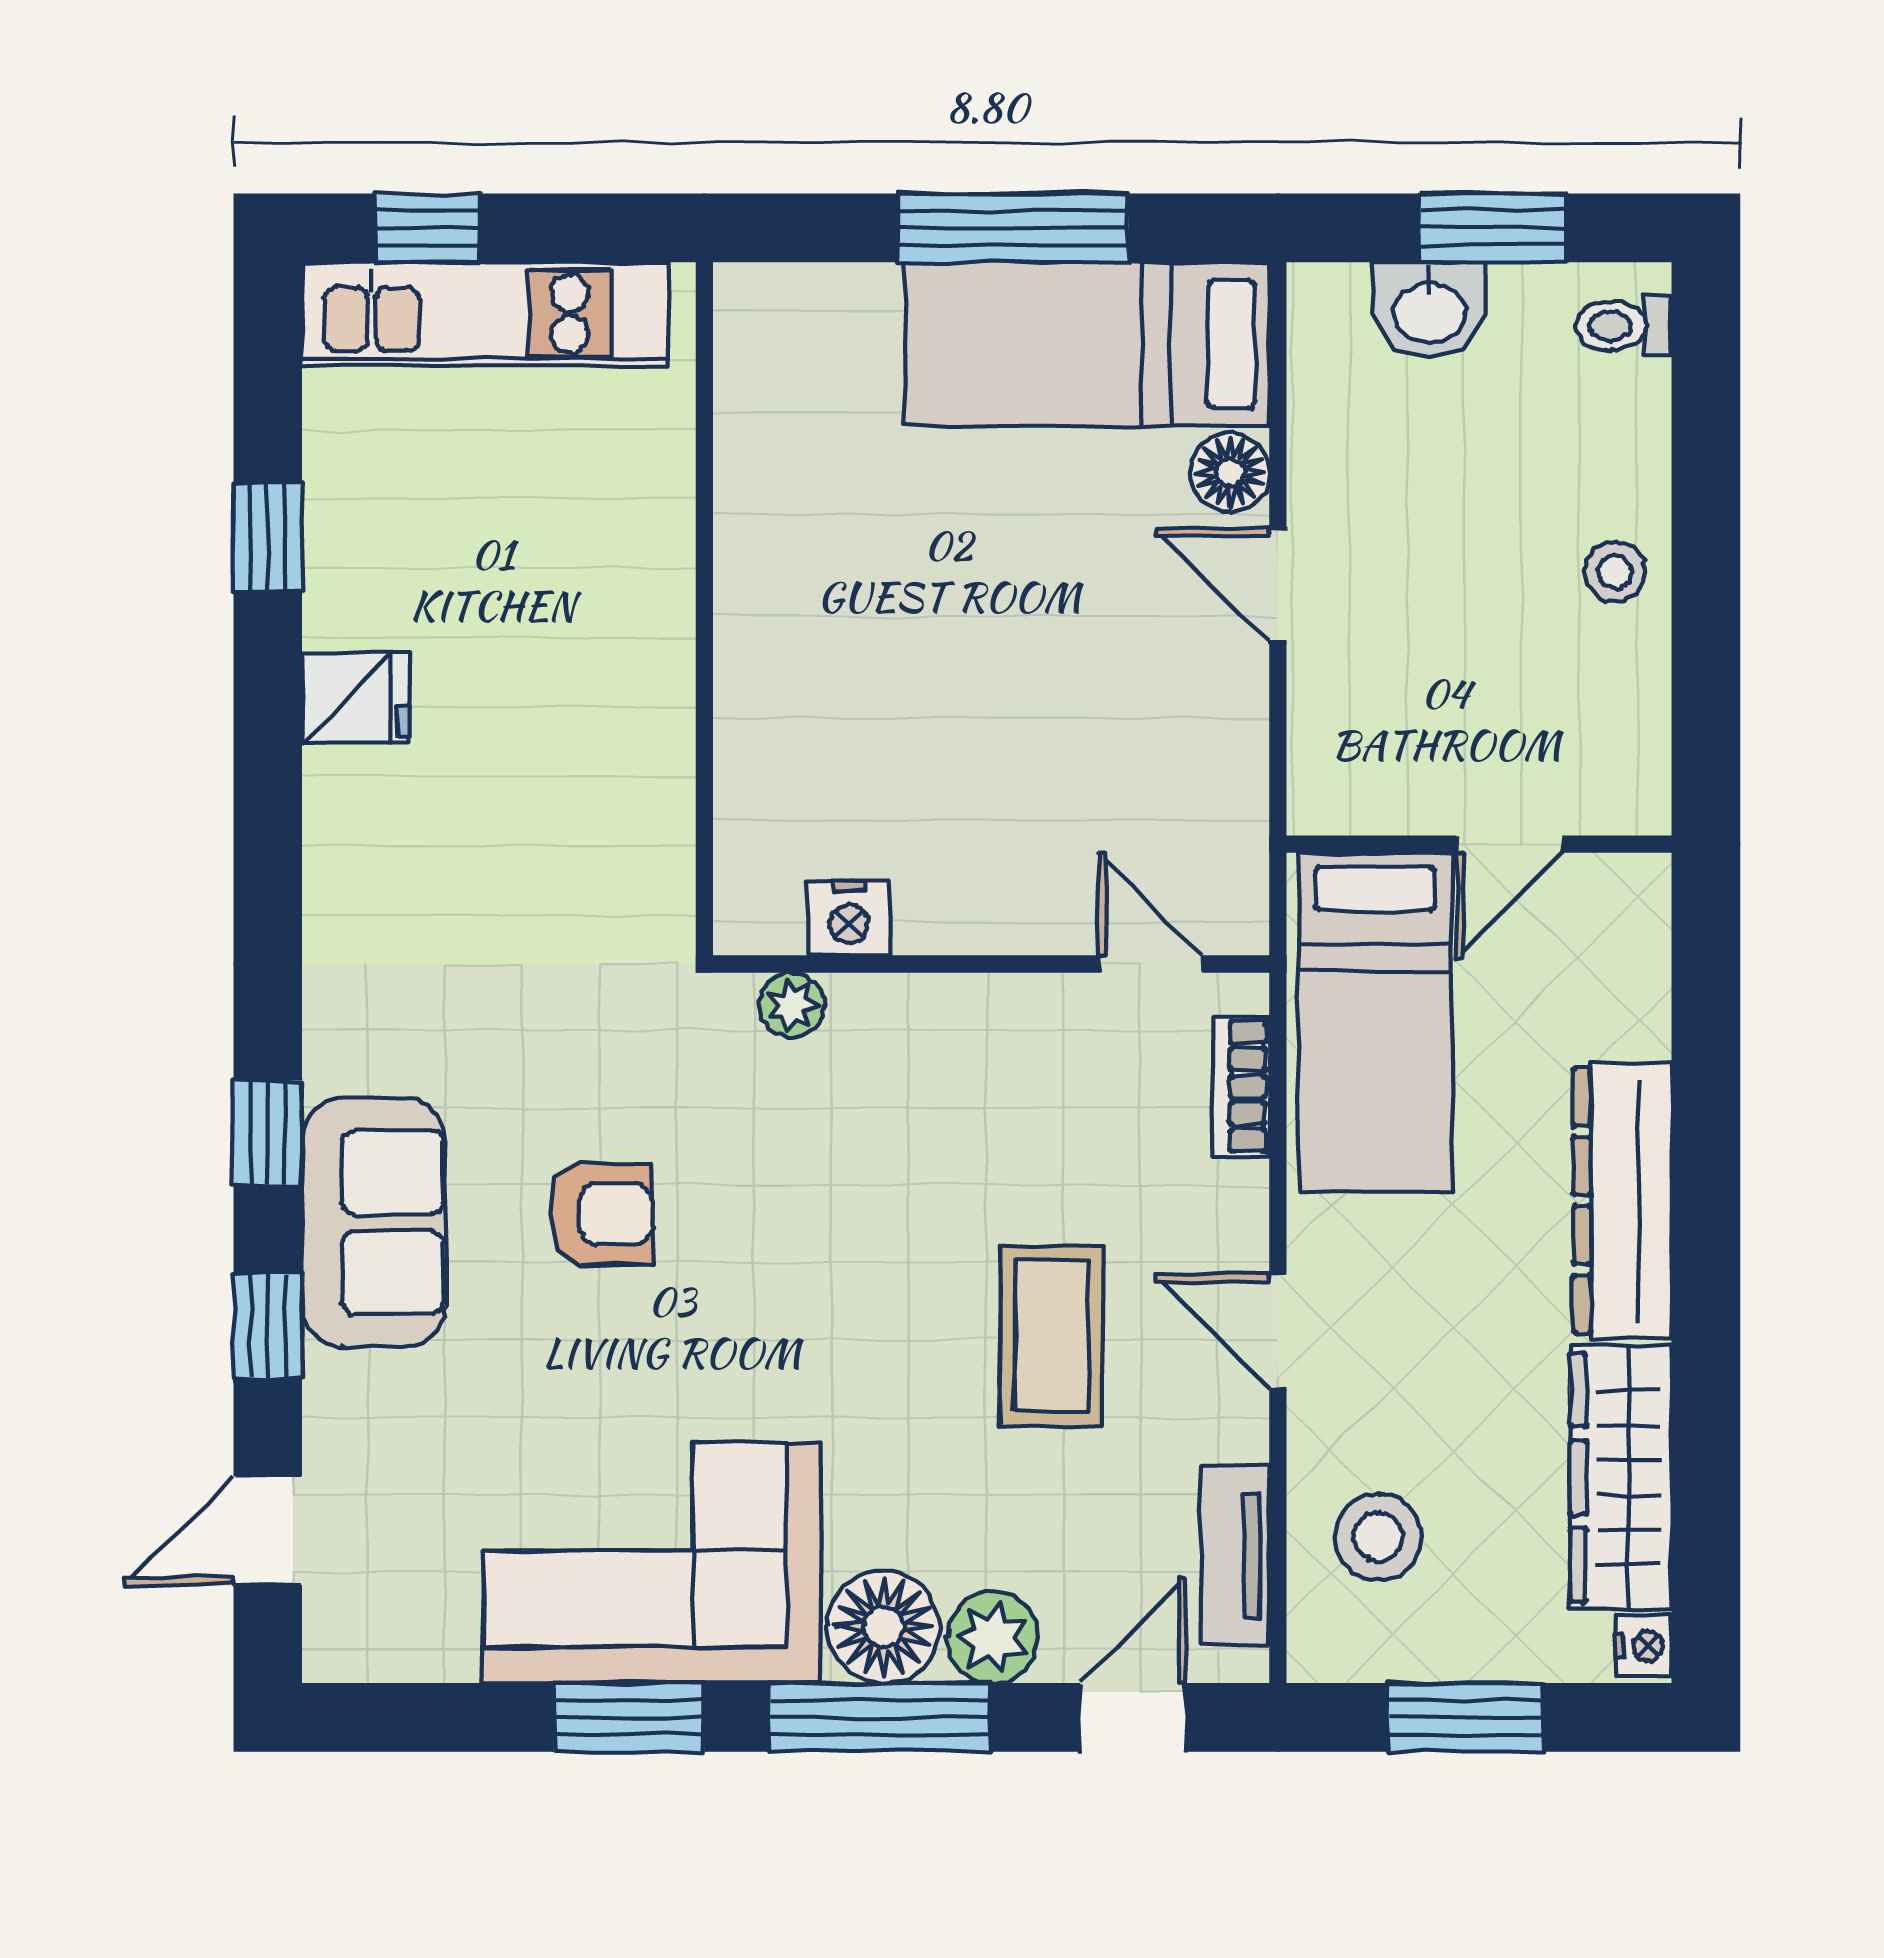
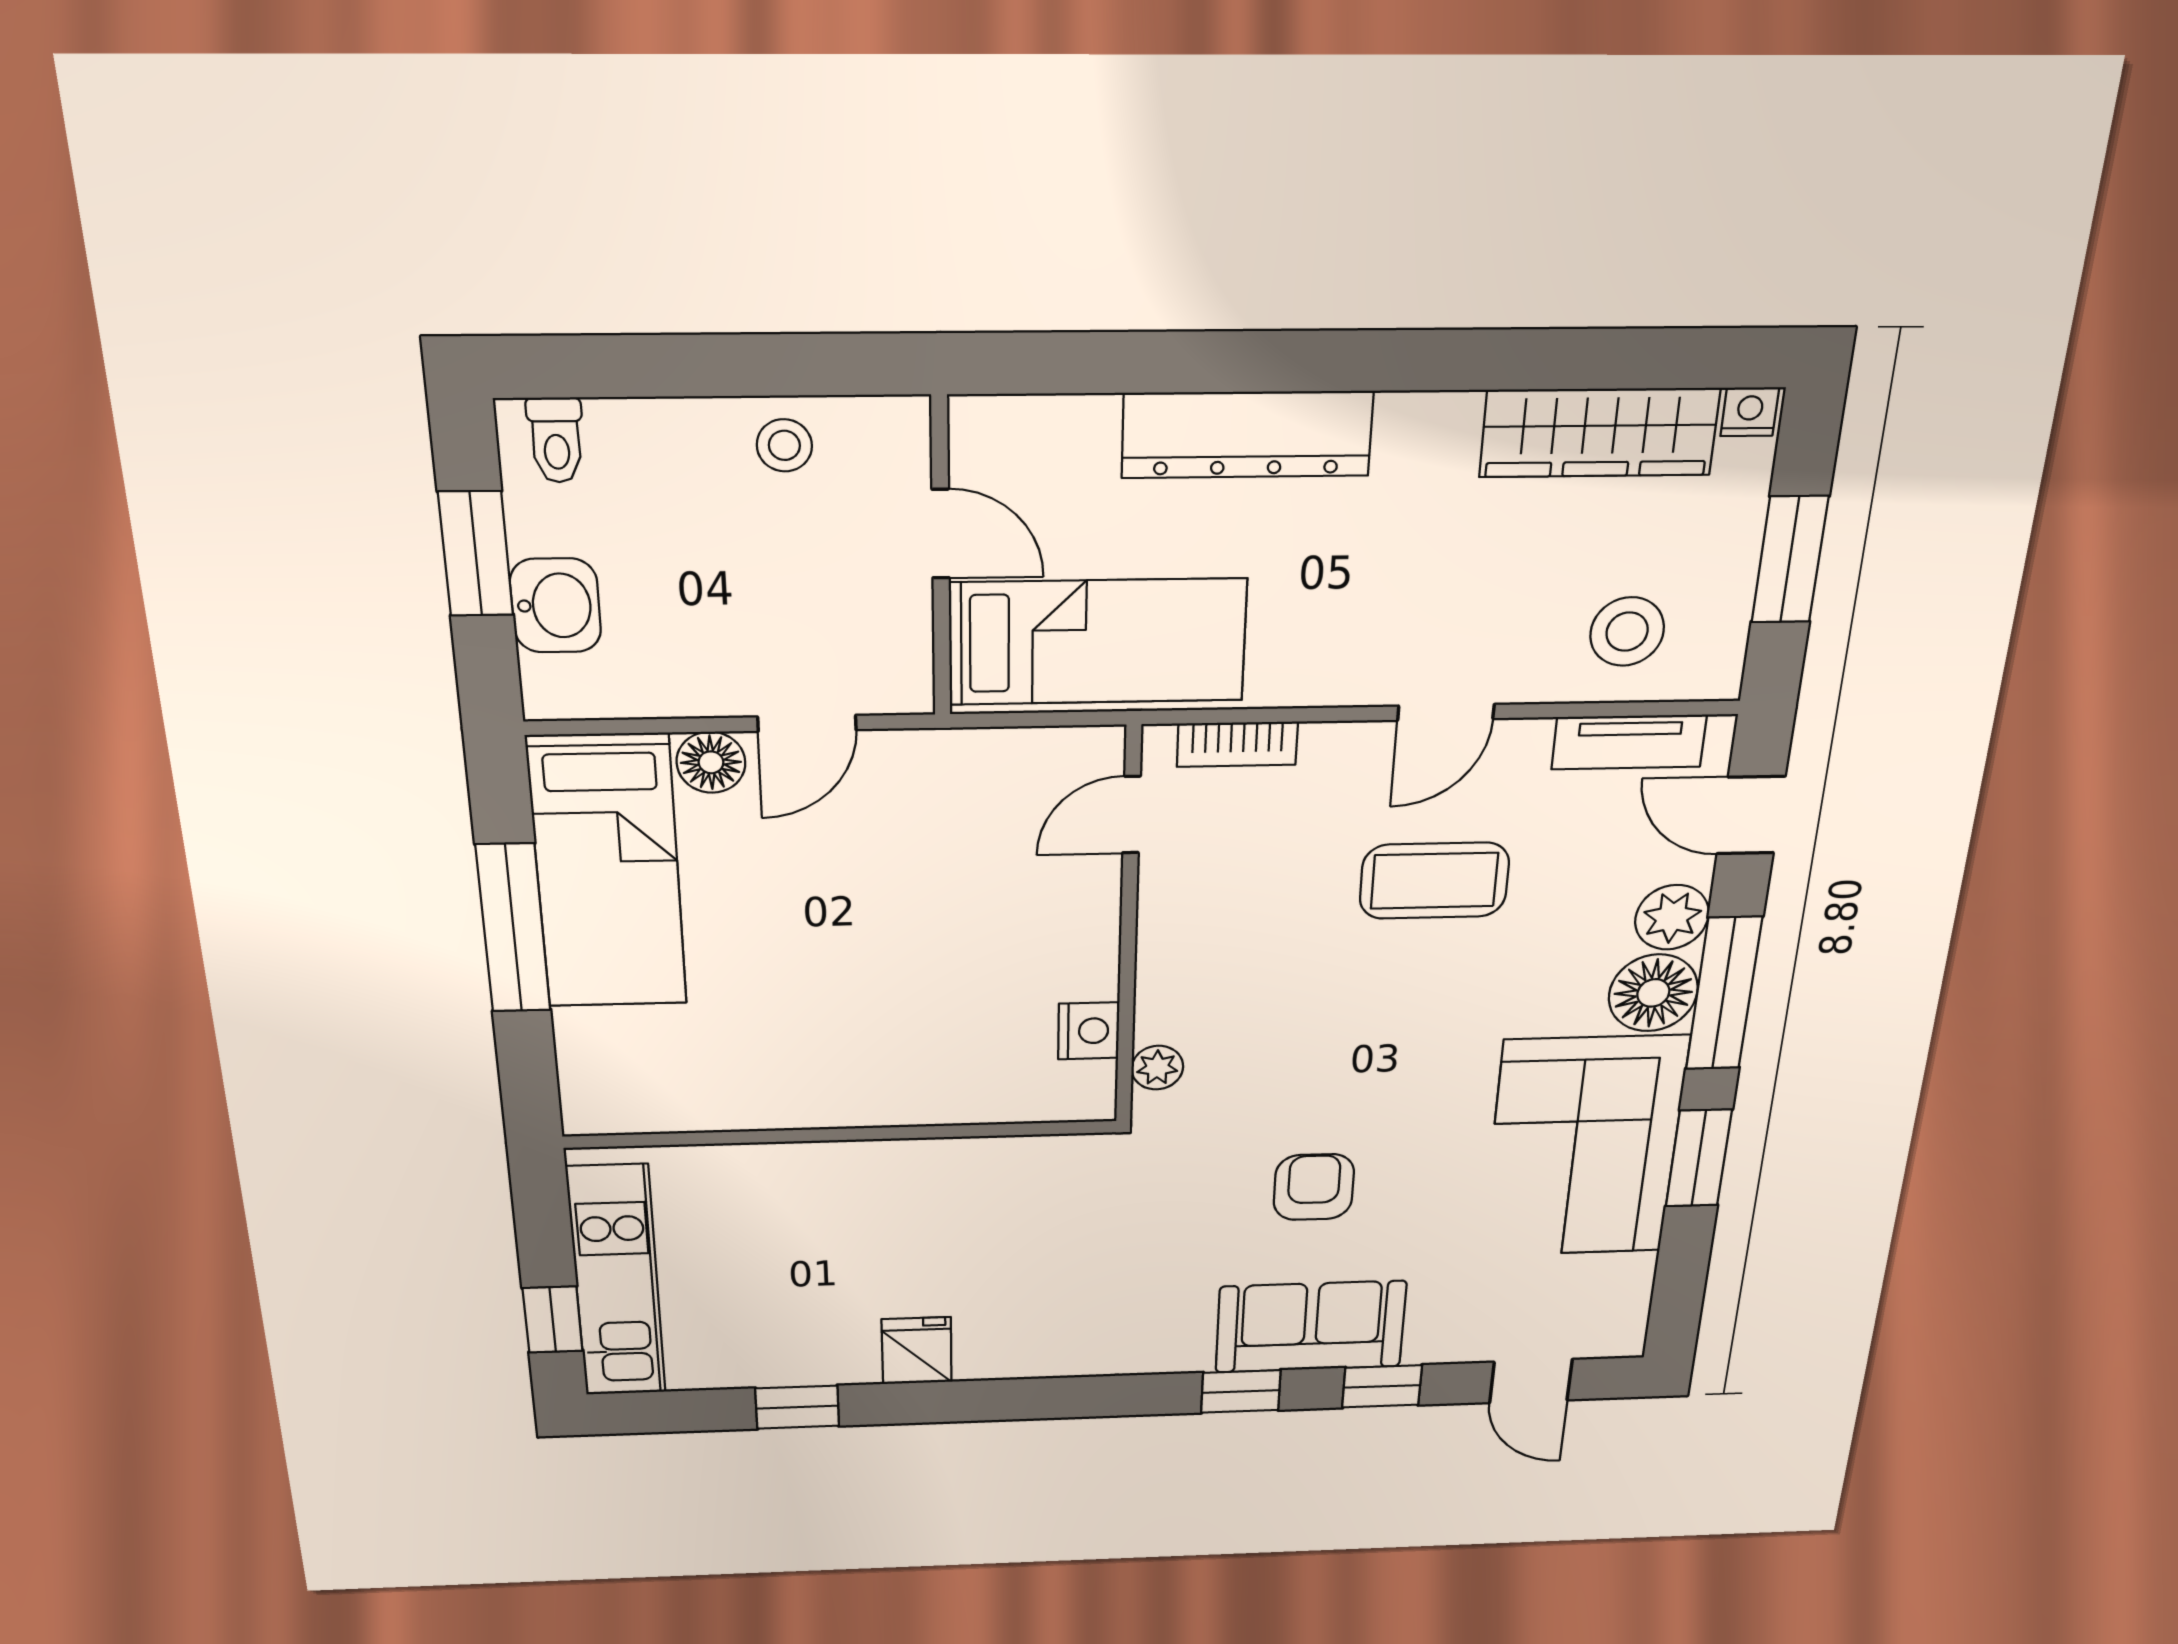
wall: (1479, 844) -> (941, 559), moved
door: (1509, 844) -> (941, 534), moved
bed: (1375, 1022) -> (1098, 642), moved
dresser: (1622, 1201) -> (1247, 435), moved

